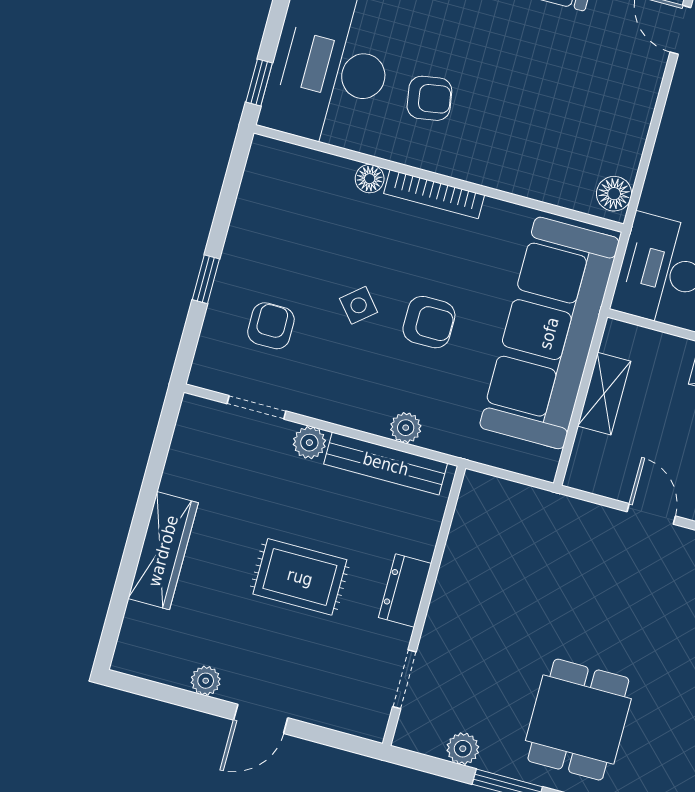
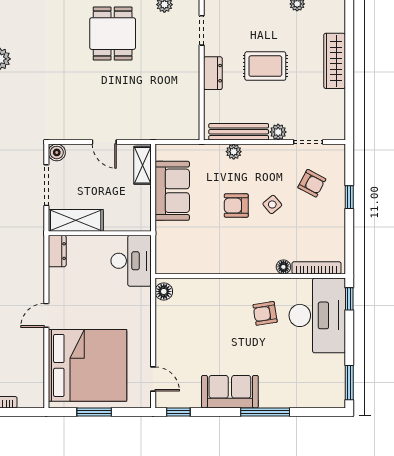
bookcase: (434, 194) -> (317, 268), moved
armchair: (271, 326) -> (312, 183), turned -62
sofa: (549, 333) -> (172, 191), width x0.54, depth x0.79
shelving: (604, 394) -> (143, 165), moved

